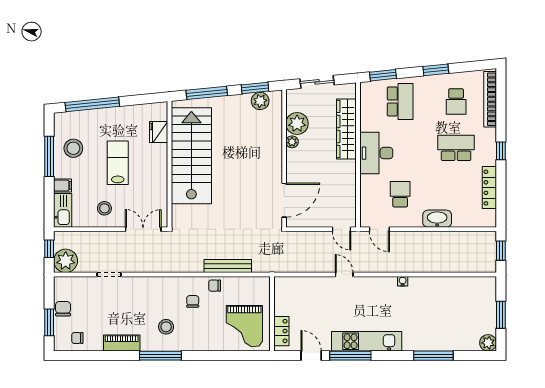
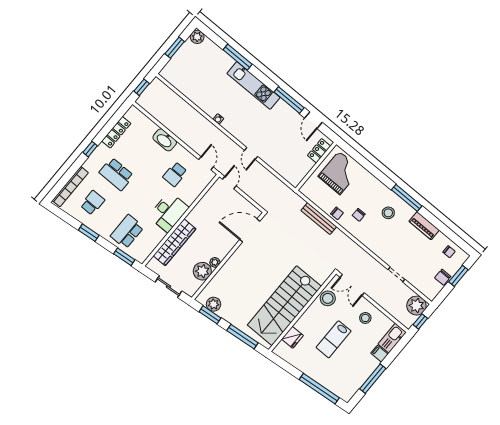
stool: (73, 148) -> (328, 298), moved
kitchen unit: (367, 341) -> (254, 85), moved

